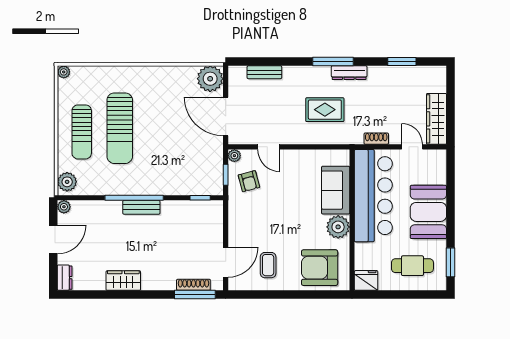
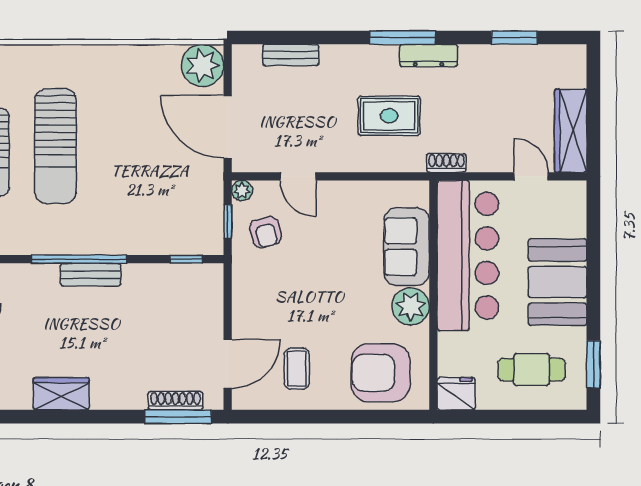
shoe rack: (376, 139) -> (446, 163), moved

